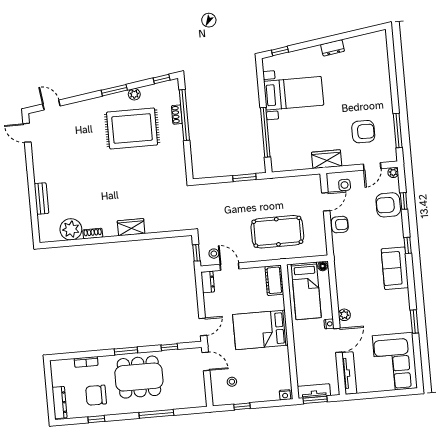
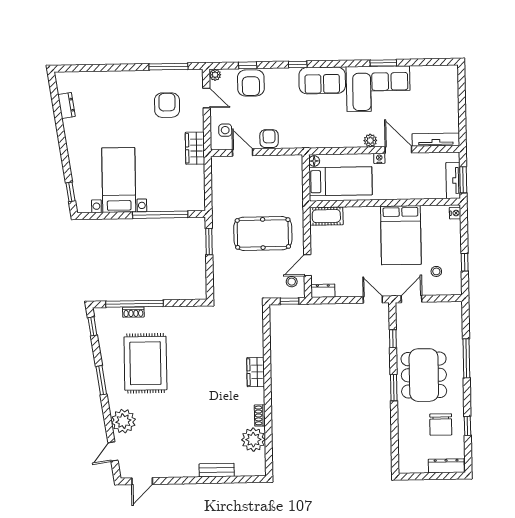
dresser: (333, 48) -> (67, 106), moved
plant: (134, 94) -> (123, 421), moved, width x1.88, depth x1.88
pool table: (277, 232) -> (263, 233), moved, turned 90
bed: (260, 330) -> (401, 235), moved
bookcase: (86, 362) -> (403, 433), removed
corner sofa: (395, 362) -> (378, 89), moved

